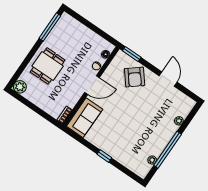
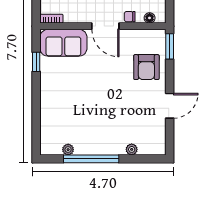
armchair: (135, 77) -> (146, 67), turned -51
window: (104, 156) -> (36, 62), moved

